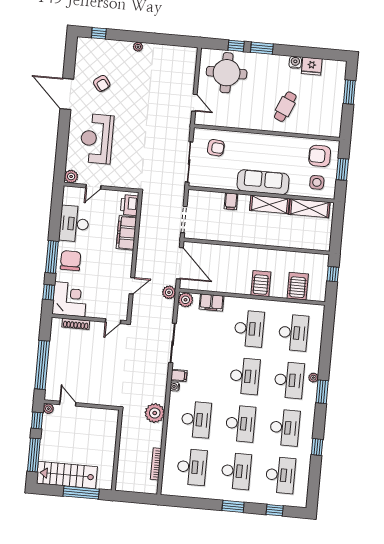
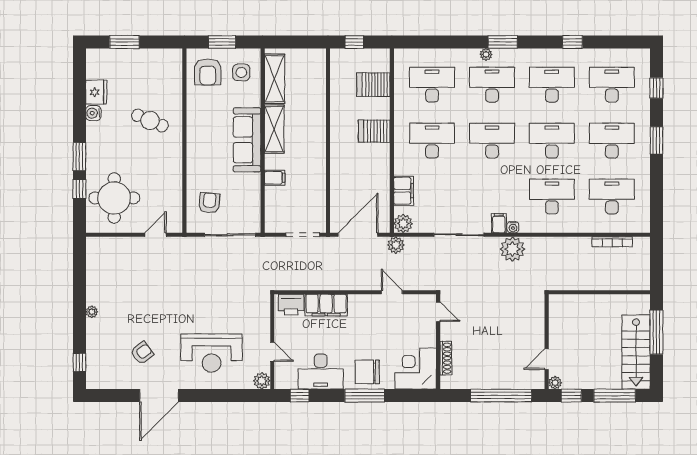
window: (49, 292) -> (300, 396), moved
plant: (155, 413) -> (512, 249), moved

